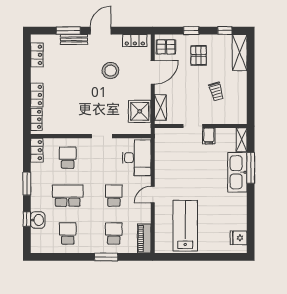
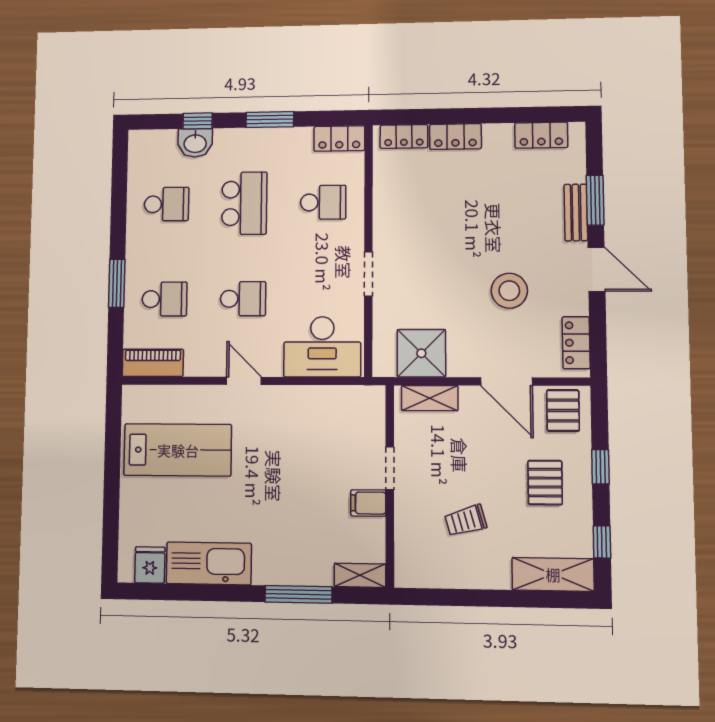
pallet: (199, 55) -> (545, 483), turned 90
kitchen sink: (237, 172) -> (209, 563), moved

